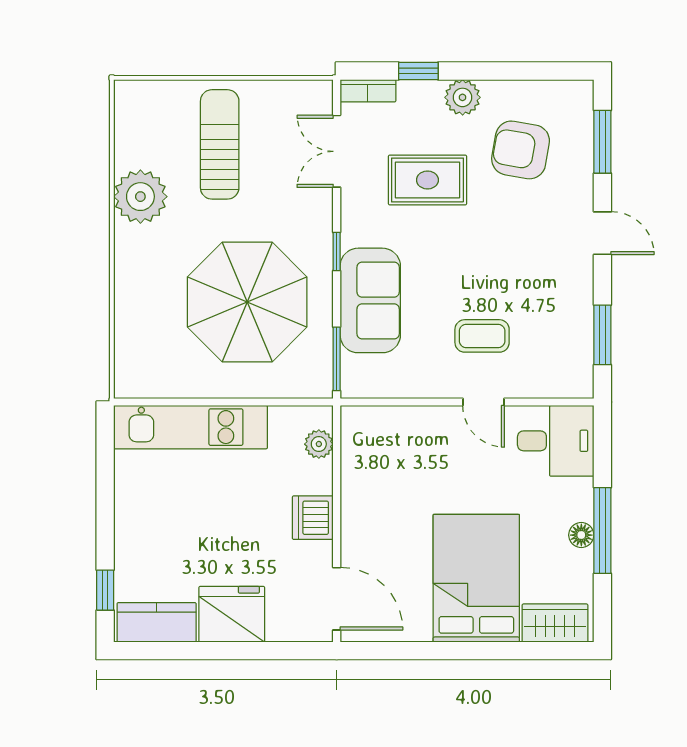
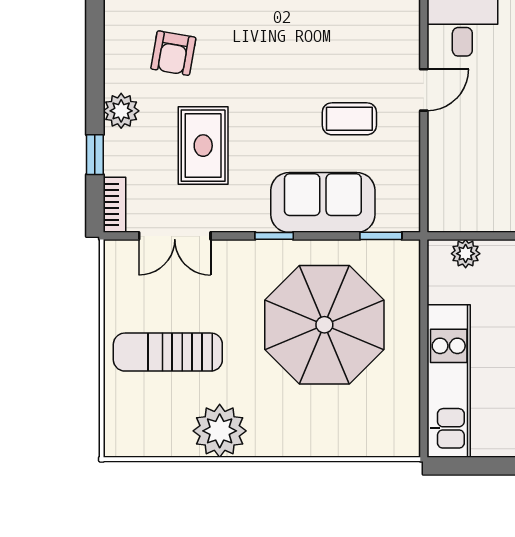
armchair: (521, 150) -> (173, 53), width x0.72, depth x0.72
coffee table: (482, 336) -> (349, 119), moved, turned 90
window: (337, 359) -> (381, 236), width x0.67

